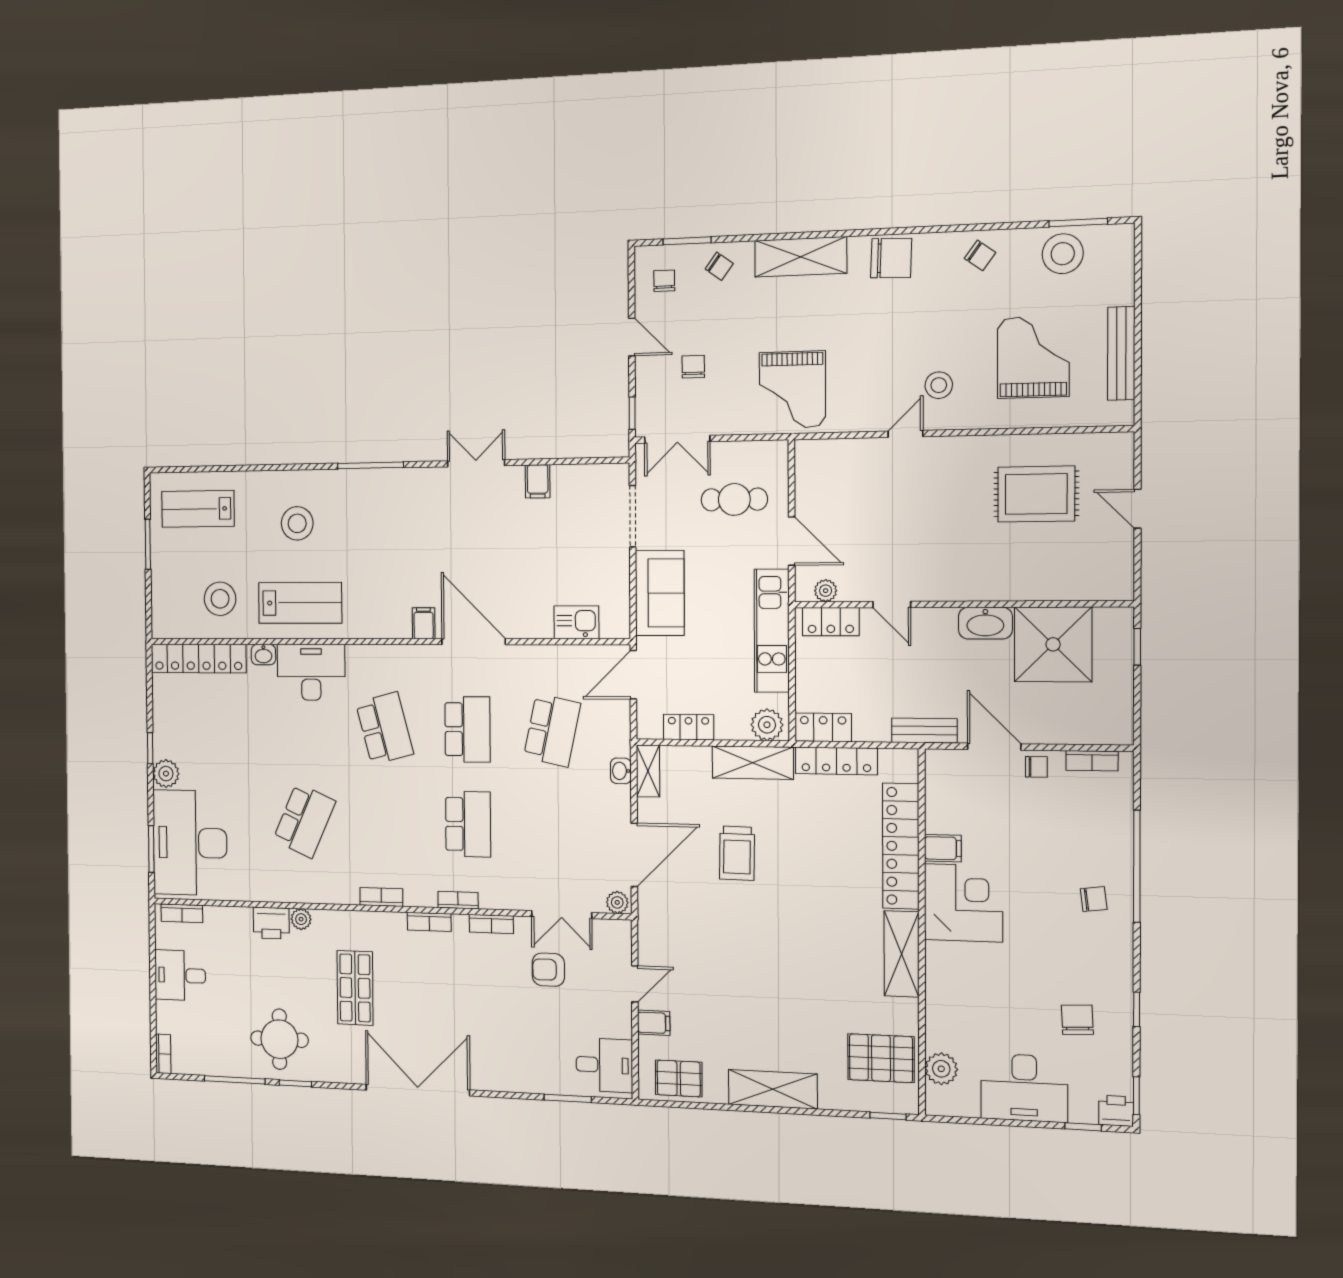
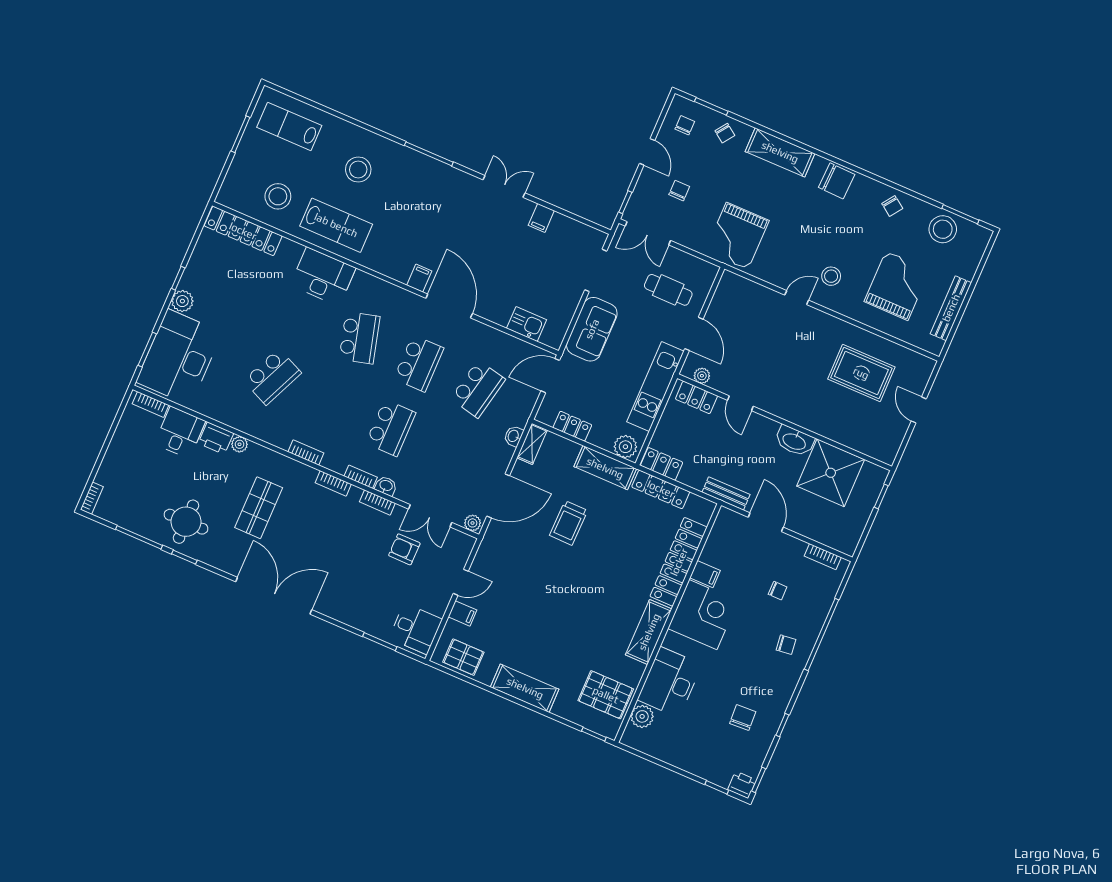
washbasin: (263, 655) -> (386, 486), moved, turned 180
chair: (1036, 767) -> (778, 591), moved
desk: (180, 975) -> (180, 432), moved, turned 90
desk: (1024, 1088) -> (670, 682), moved, turned 90

